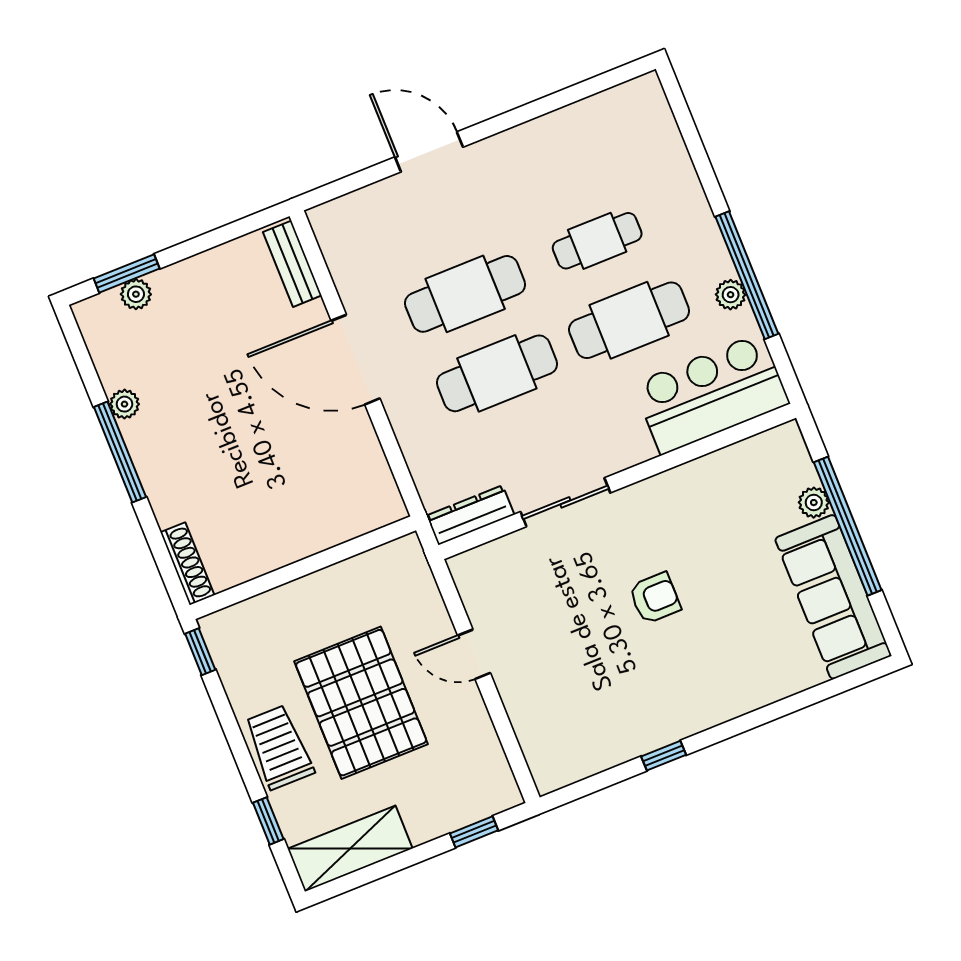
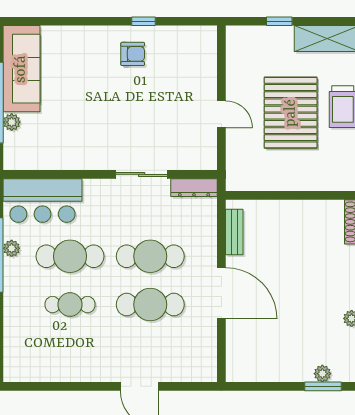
bench: (292, 264) -> (234, 232), moved
armchair: (655, 598) -> (133, 54), moved, turned 180
window: (474, 832) -> (279, 21), moved

